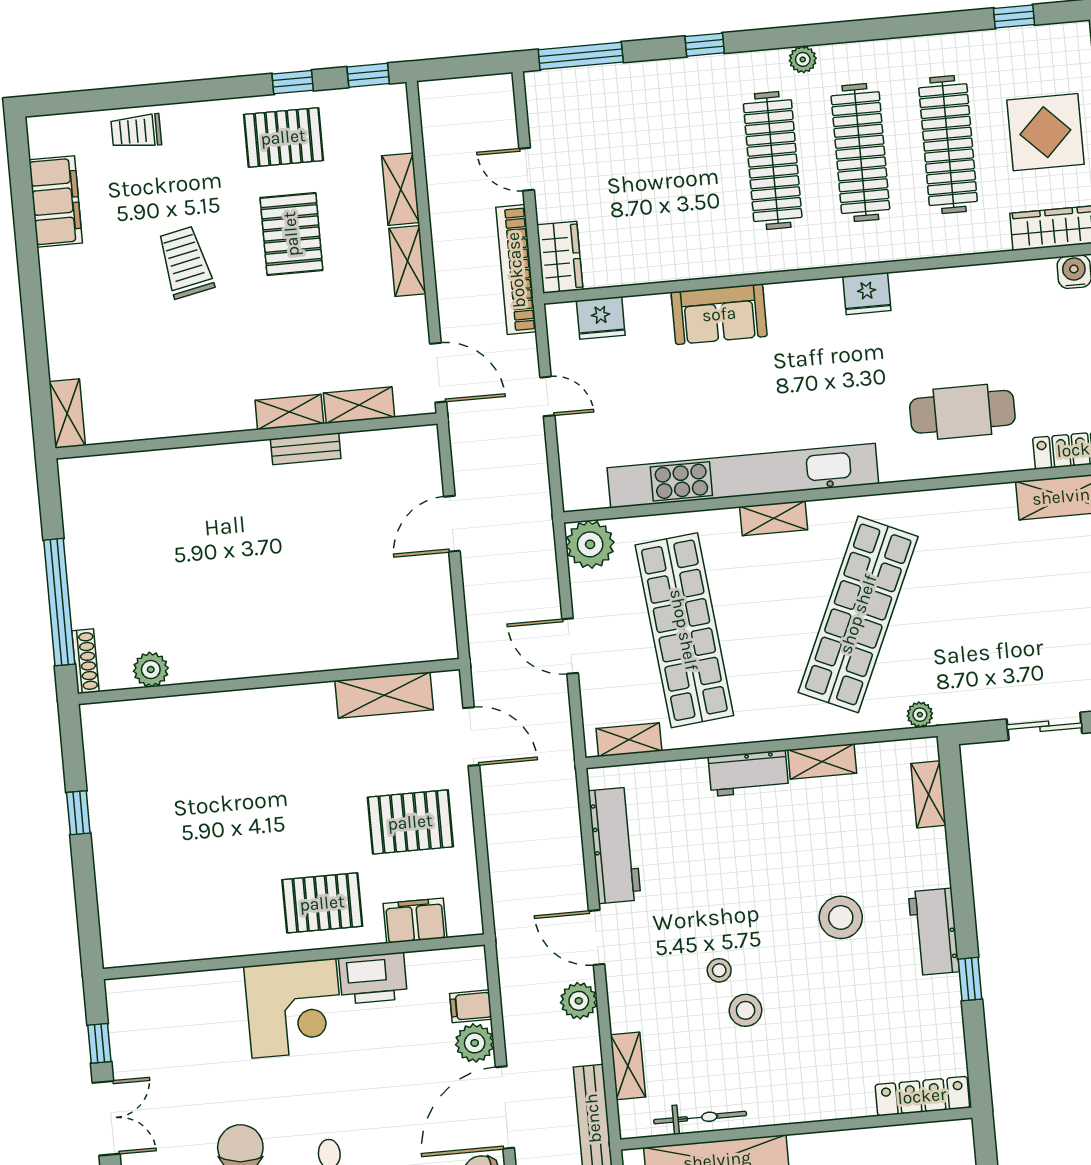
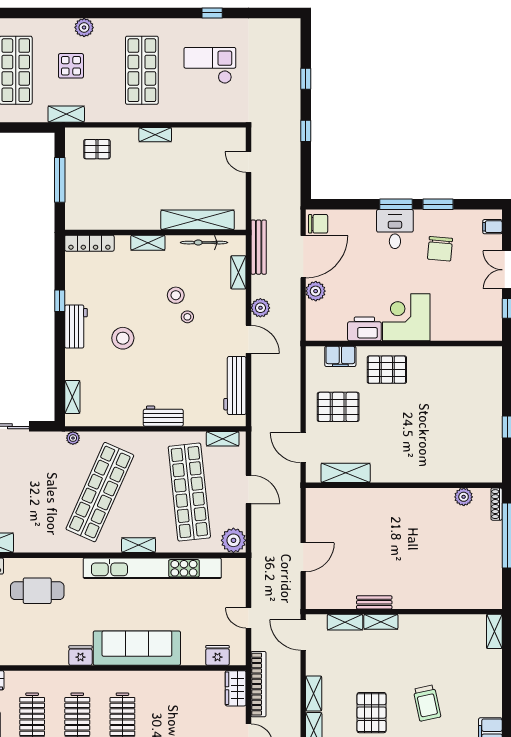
sofa: (719, 314) -> (137, 648), width x1.85, depth x1.27
shelving: (822, 762) -> (148, 243), moved
filing cabinet: (471, 1006) -> (316, 310), removed

